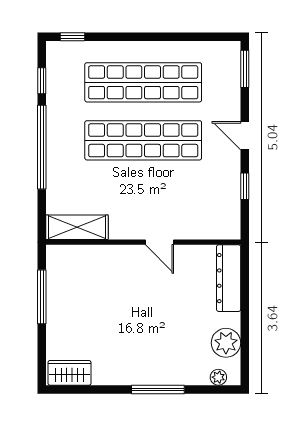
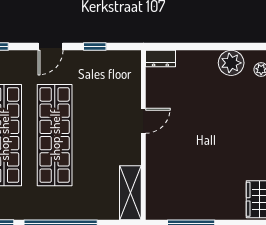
dresser: (229, 278) -> (160, 59), width x0.51, depth x0.80

